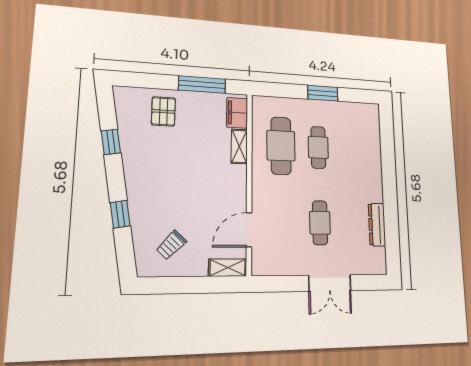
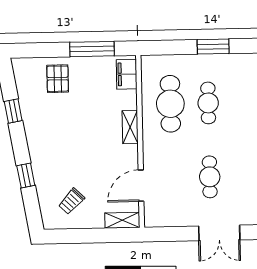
shelving: (239, 146) -> (130, 127), moved

